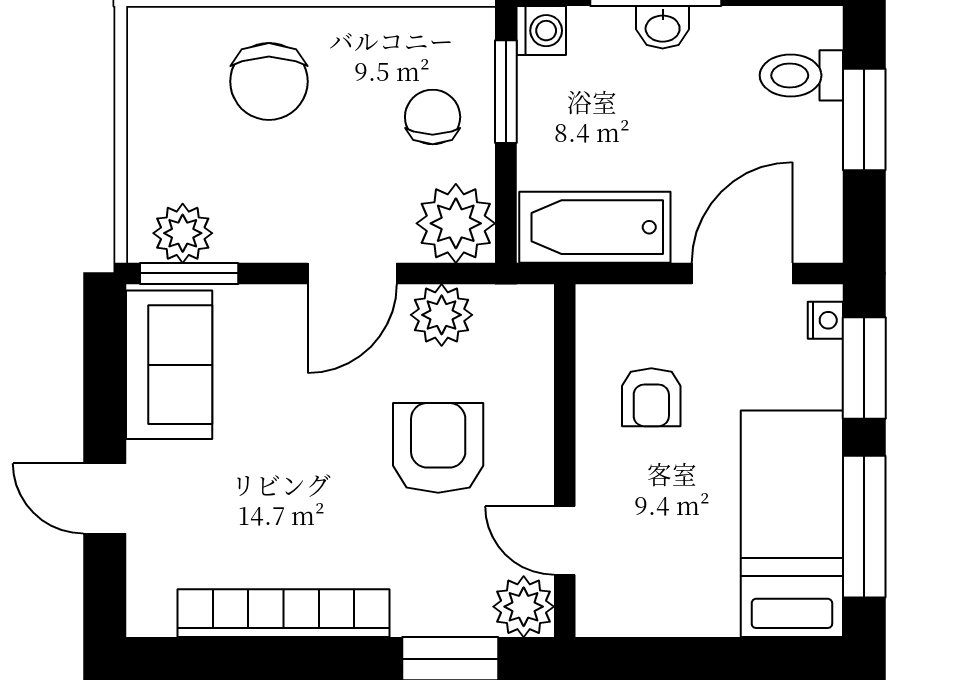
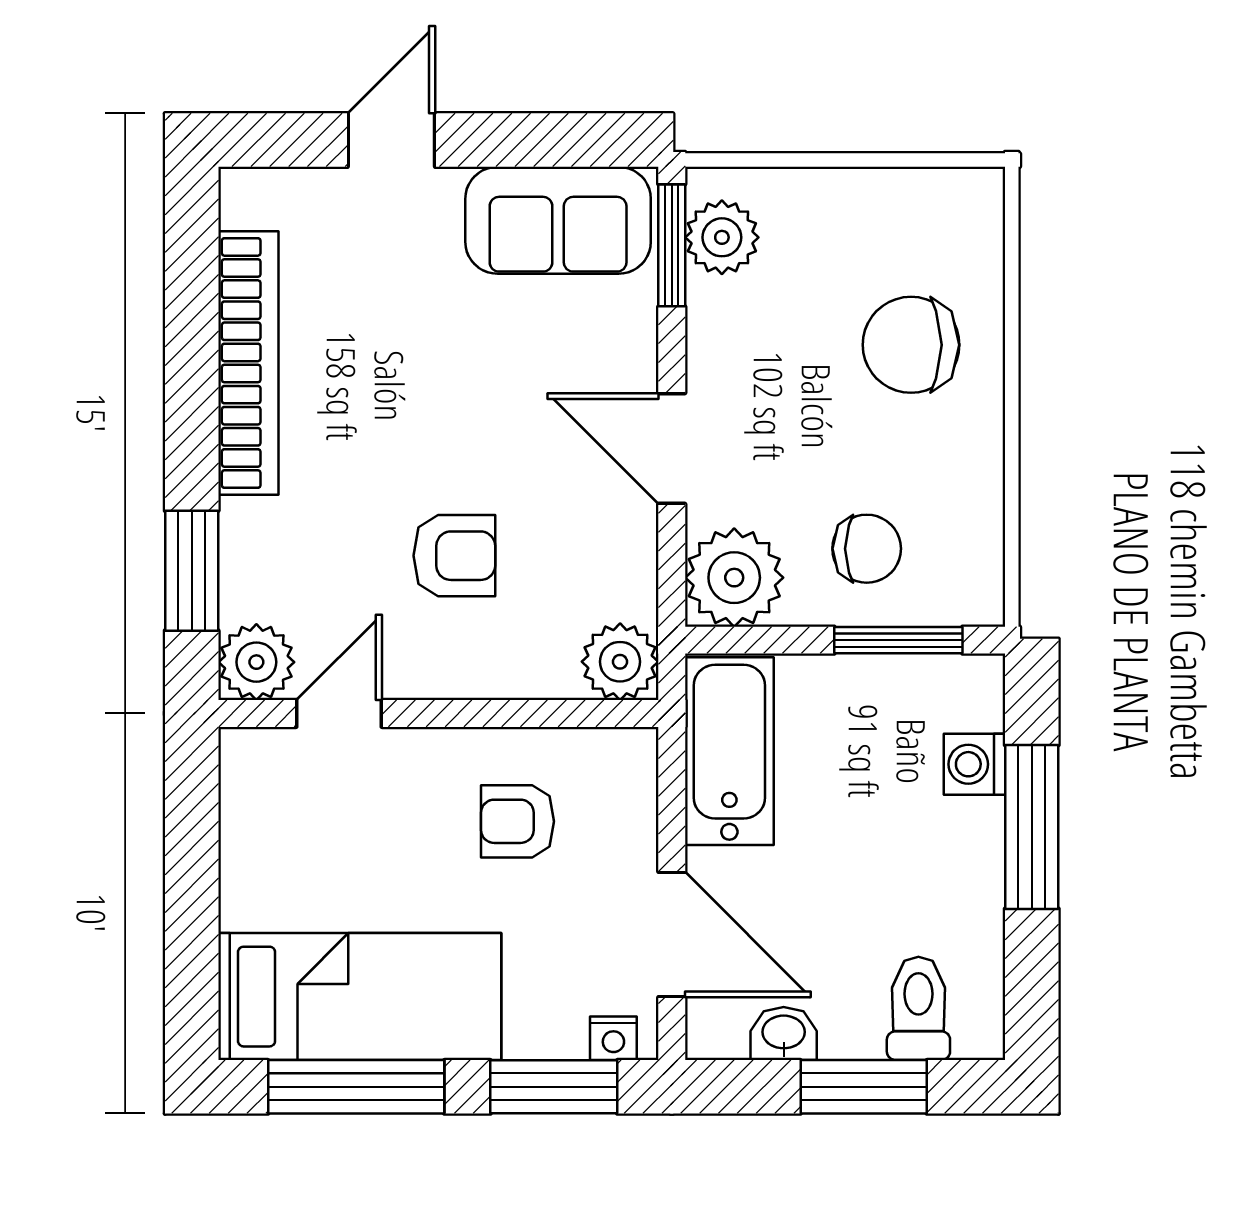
washbasin: (663, 27) -> (784, 1034), moved, turned 90
washing machine: (541, 31) -> (974, 764), moved, turned 90
plant: (442, 315) -> (620, 662), moved
armchair: (438, 448) -> (454, 556), width x0.72, depth x0.72

